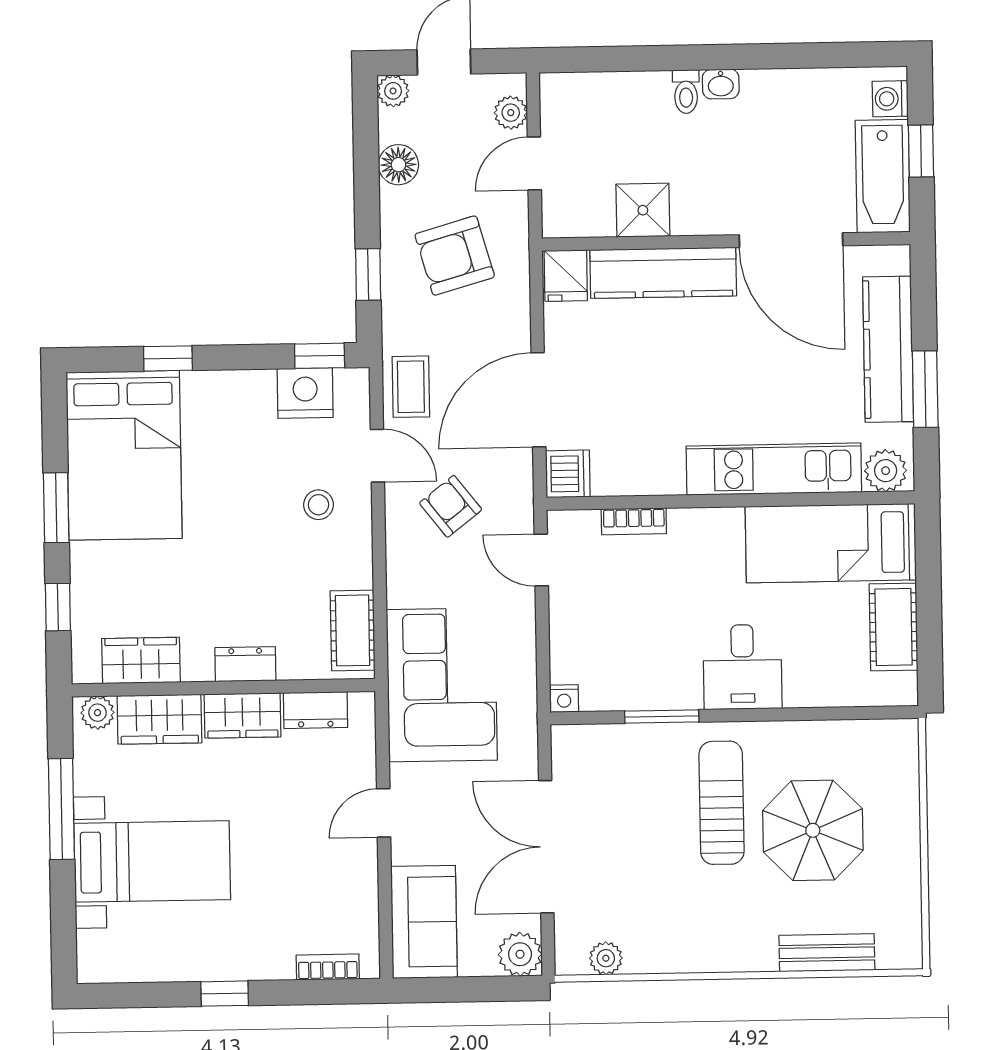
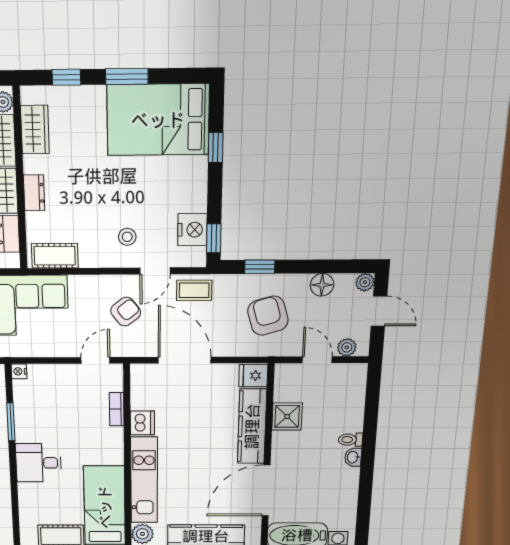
dishwasher: (568, 474) -> (142, 423), moved, turned -90

